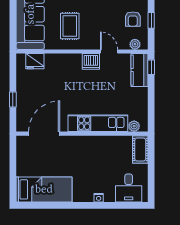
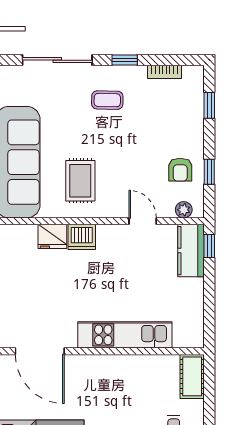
fridge: (35, 61) -> (52, 236), moved
dishwasher: (91, 61) -> (82, 237), moved
plant: (134, 126) -> (182, 339), removed
door: (44, 134) -> (40, 351), swing flipped

